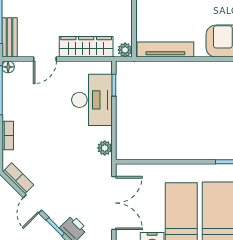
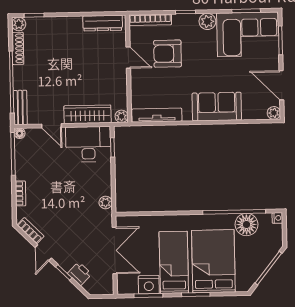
door: (45, 59) -> (52, 126), hinge flipped
desk: (92, 100) -> (88, 144), moved, turned -90

